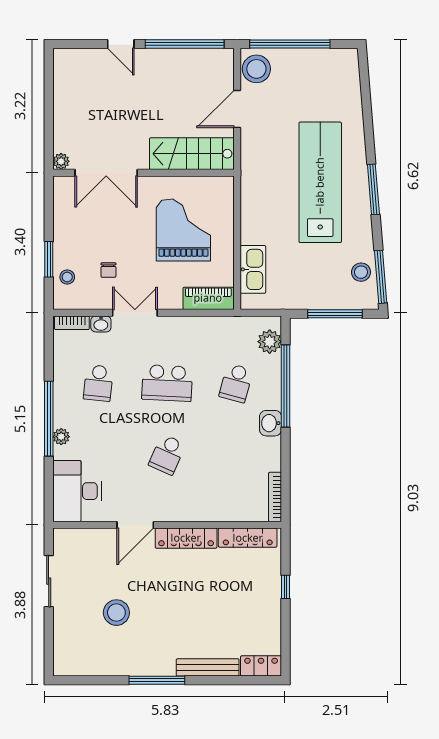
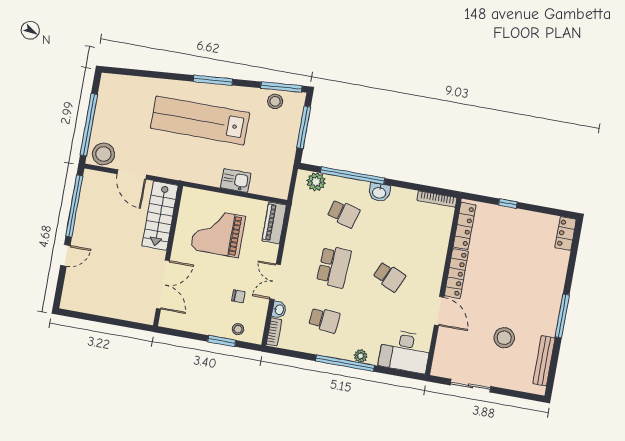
plant: (61, 161) -> (148, 318), removed
kitchen sink: (253, 269) -> (236, 181), moved, width x0.73
bench: (208, 667) -> (544, 361), moved

